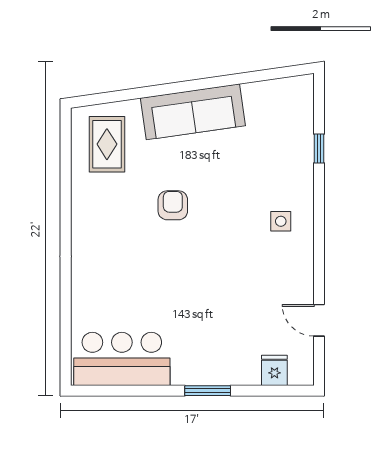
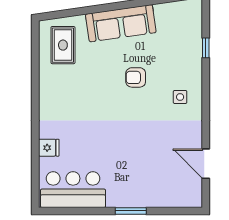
armchair: (173, 205) -> (136, 77), moved, turned -90
door: (319, 320) -> (206, 164), width x1.38
fridge: (274, 370) -> (49, 148), moved, turned 90

